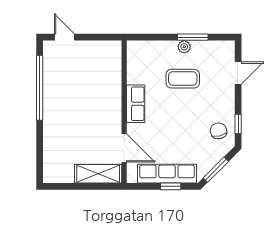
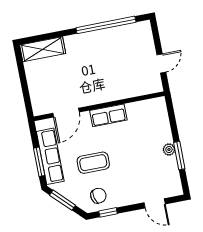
door: (64, 37) -> (161, 63), moved
coffee table: (183, 79) -> (93, 163), moved, turned 90
shelving: (98, 174) -> (43, 49), moved, turned 90
window: (171, 186) -> (39, 162), width x1.50

